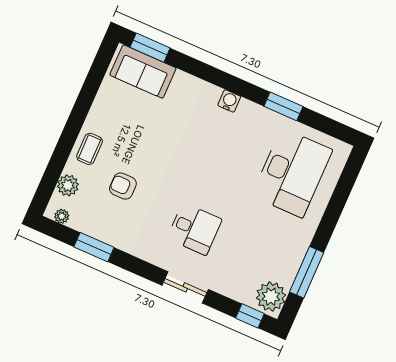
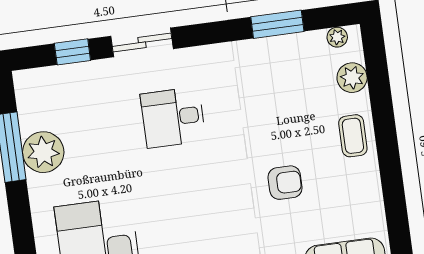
armchair: (123, 186) -> (285, 183), moved
plant: (271, 297) -> (43, 152), moved
window: (250, 316) -> (72, 52), moved

